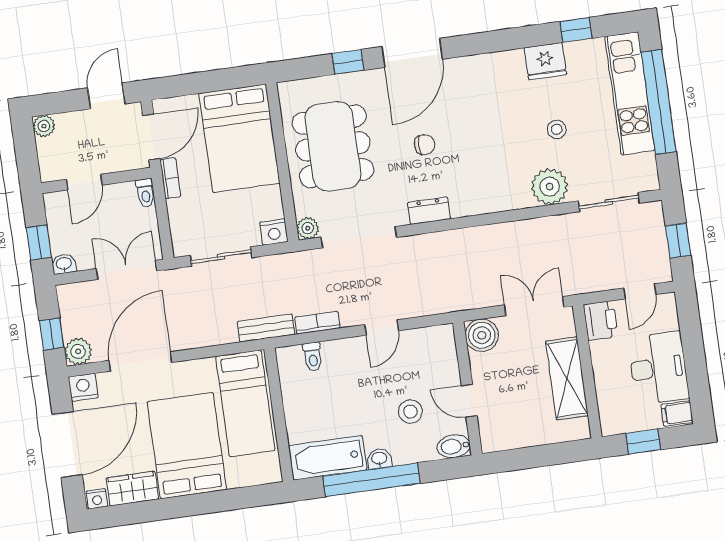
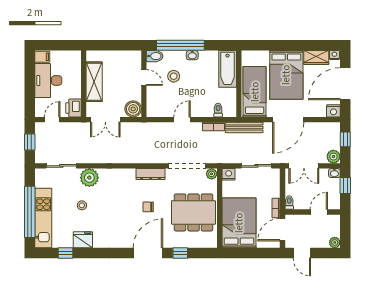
door: (106, 96) -> (302, 253), hinge flipped
dining table: (333, 146) -> (194, 212), turned 90
dresser: (429, 211) -> (151, 174), width x1.44
bench: (266, 328) -> (244, 127), width x1.36
plant: (78, 351) -> (333, 157), moved
door: (140, 361) -> (288, 120), moved
window: (643, 442) -> (61, 45), removed
bathtub: (328, 458) -> (228, 69), moved, turned 90
window: (372, 480) -> (180, 45), moved

